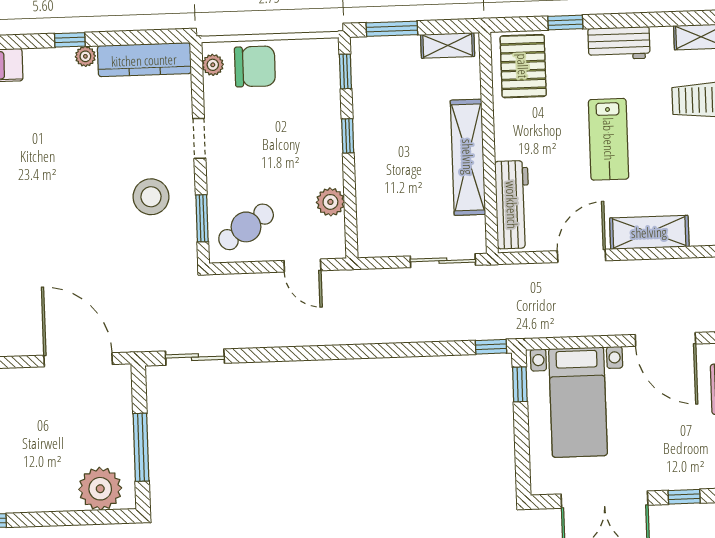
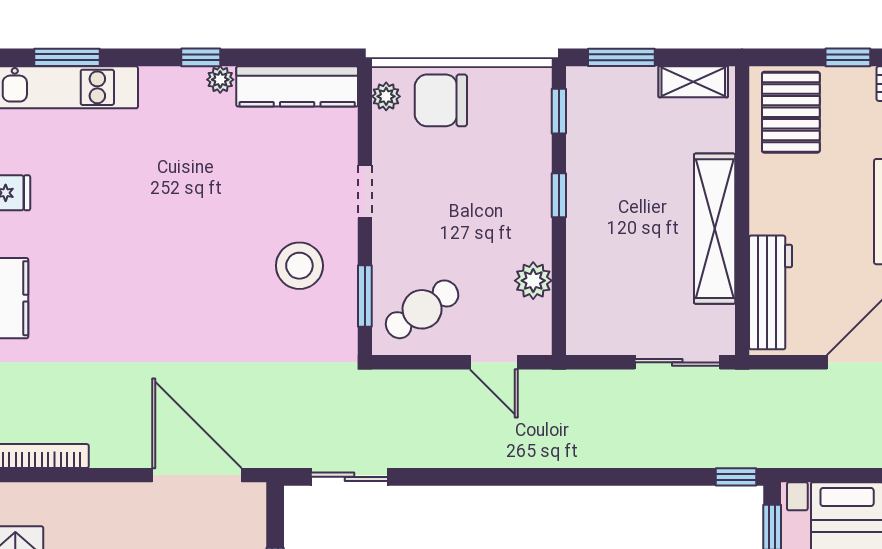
chair: (255, 66) -> (441, 100), turned 180

